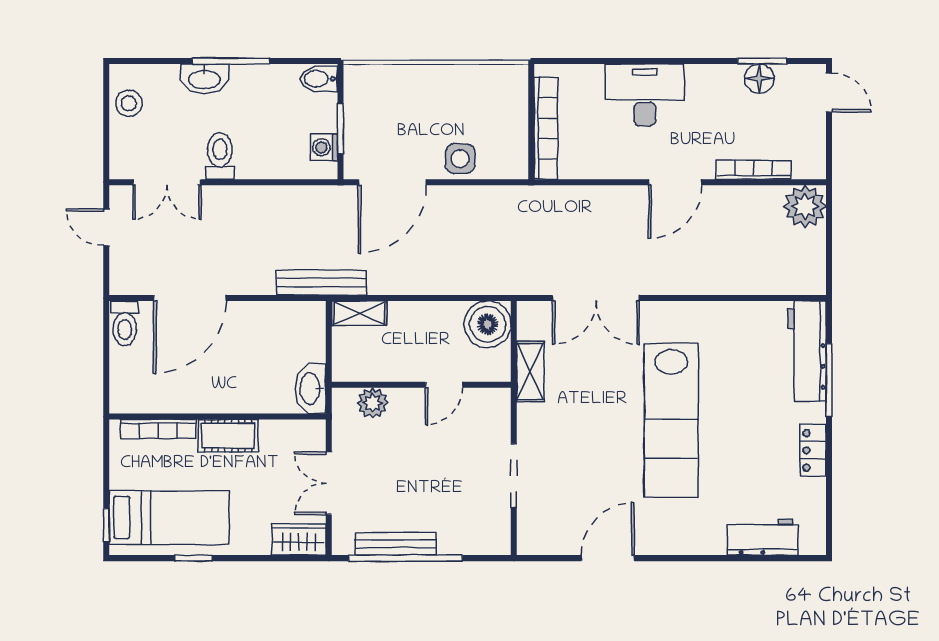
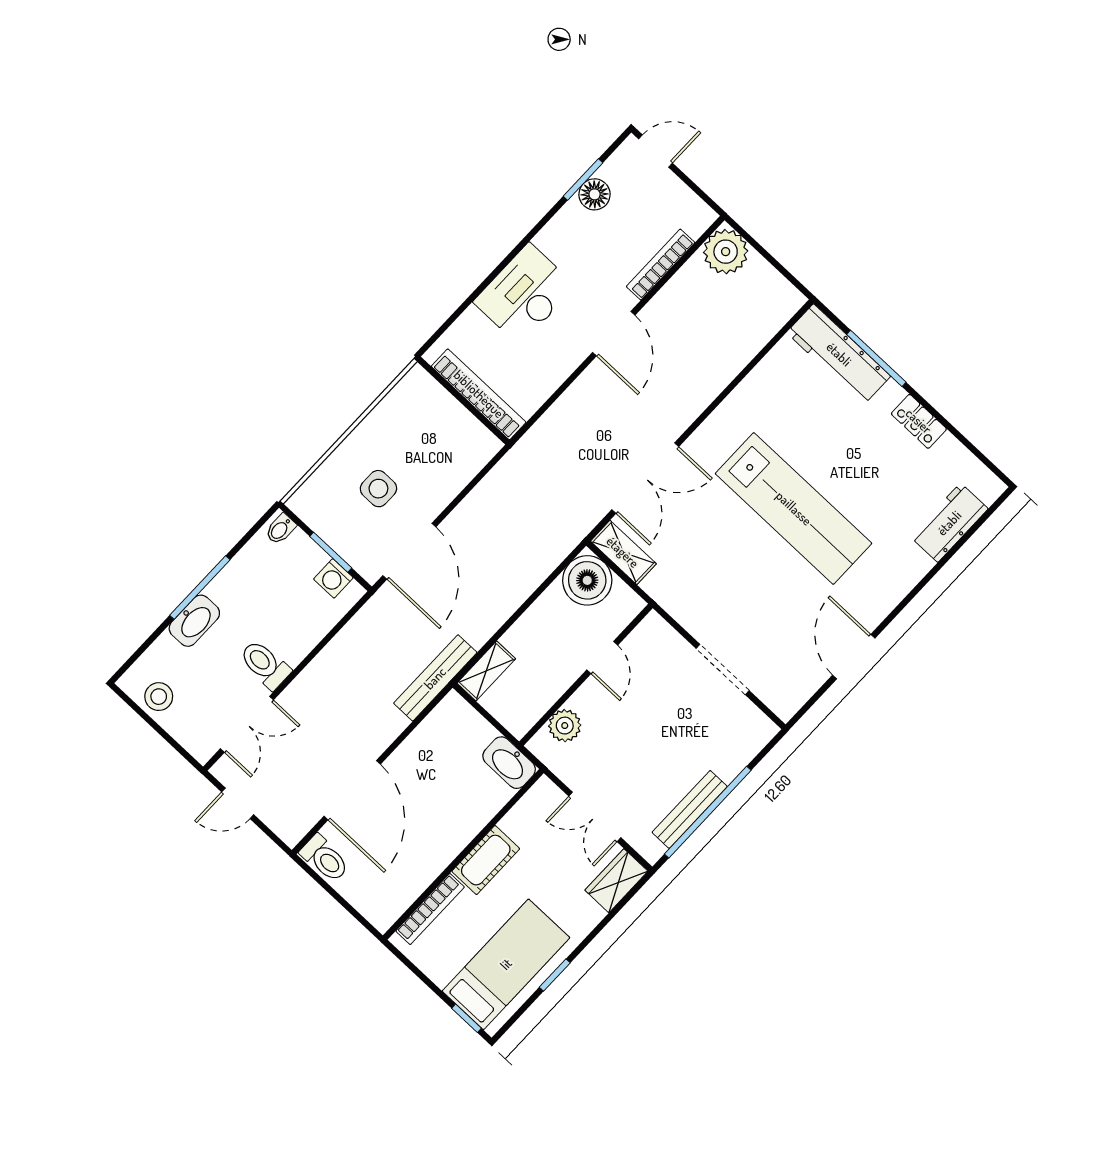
bidet: (319, 79) -> (281, 529), width x0.72, depth x0.74
side table: (460, 159) -> (378, 489), moved
shelving: (530, 372) -> (623, 552), moved

